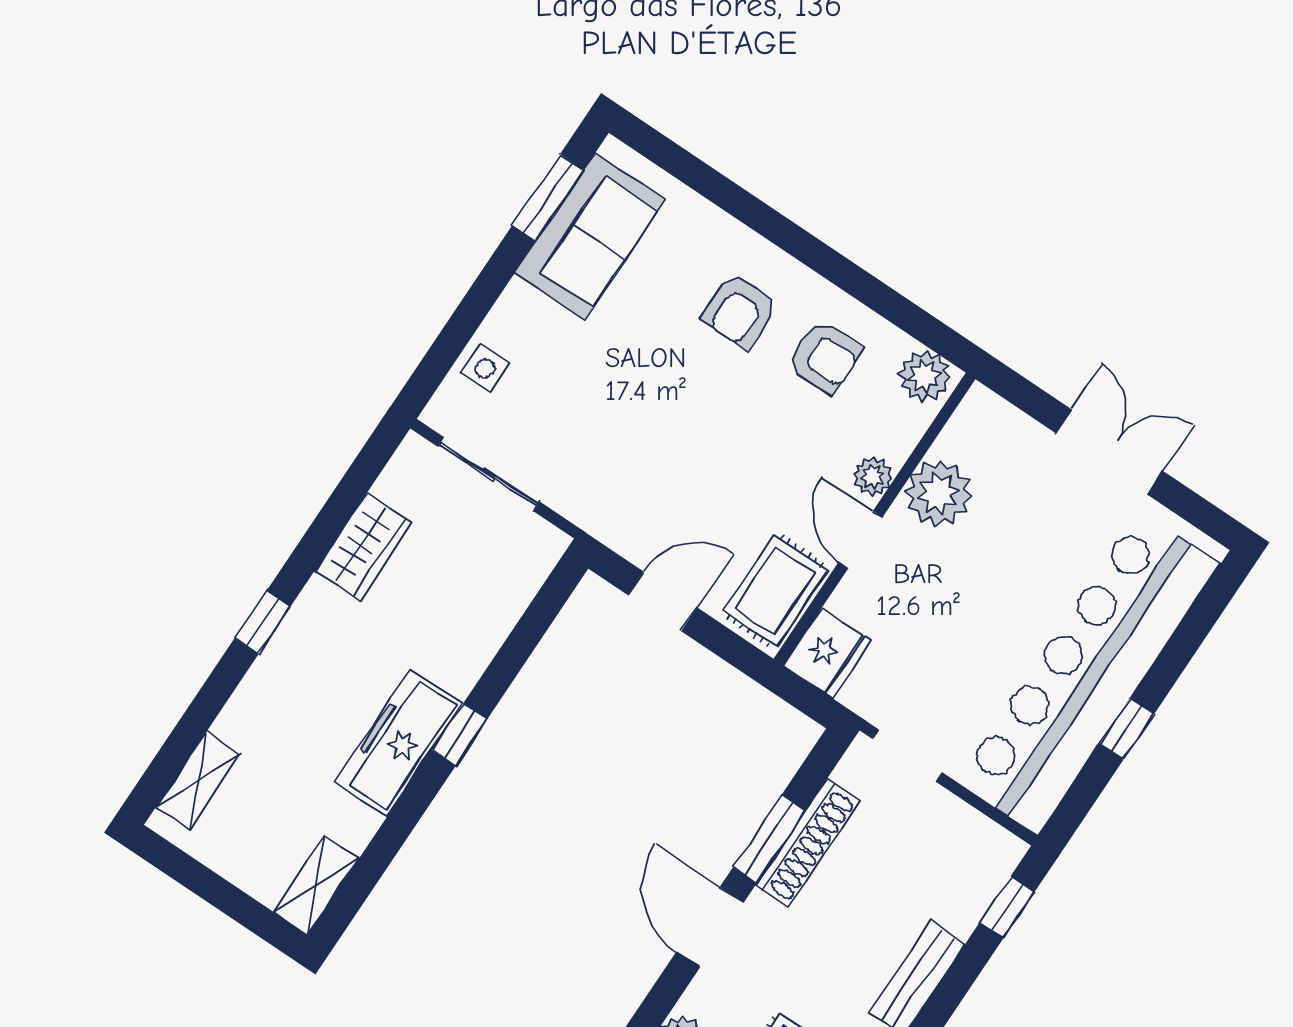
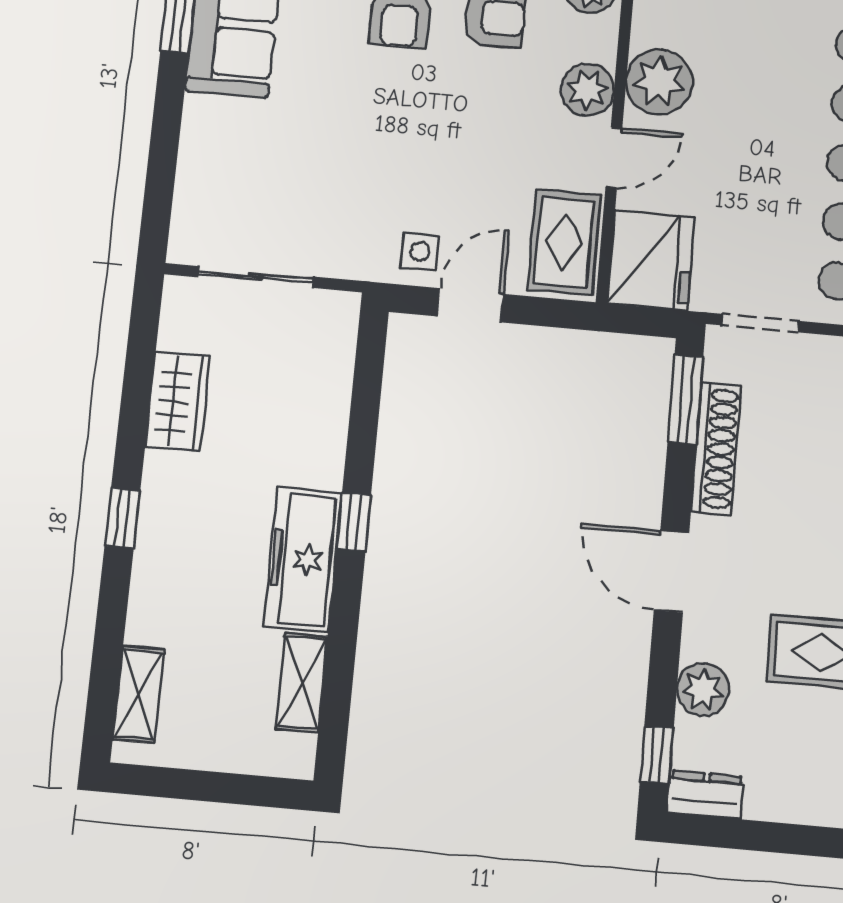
side table: (485, 369) -> (420, 252), moved
plant: (873, 476) -> (587, 90), width x1.38, depth x1.38
door: (861, 540) -> (614, 158), swing flipped
fridge: (827, 653) -> (651, 260), width x1.36, depth x1.34
window: (769, 839) -> (685, 399), moved
shelving: (316, 885) -> (302, 683), moved

